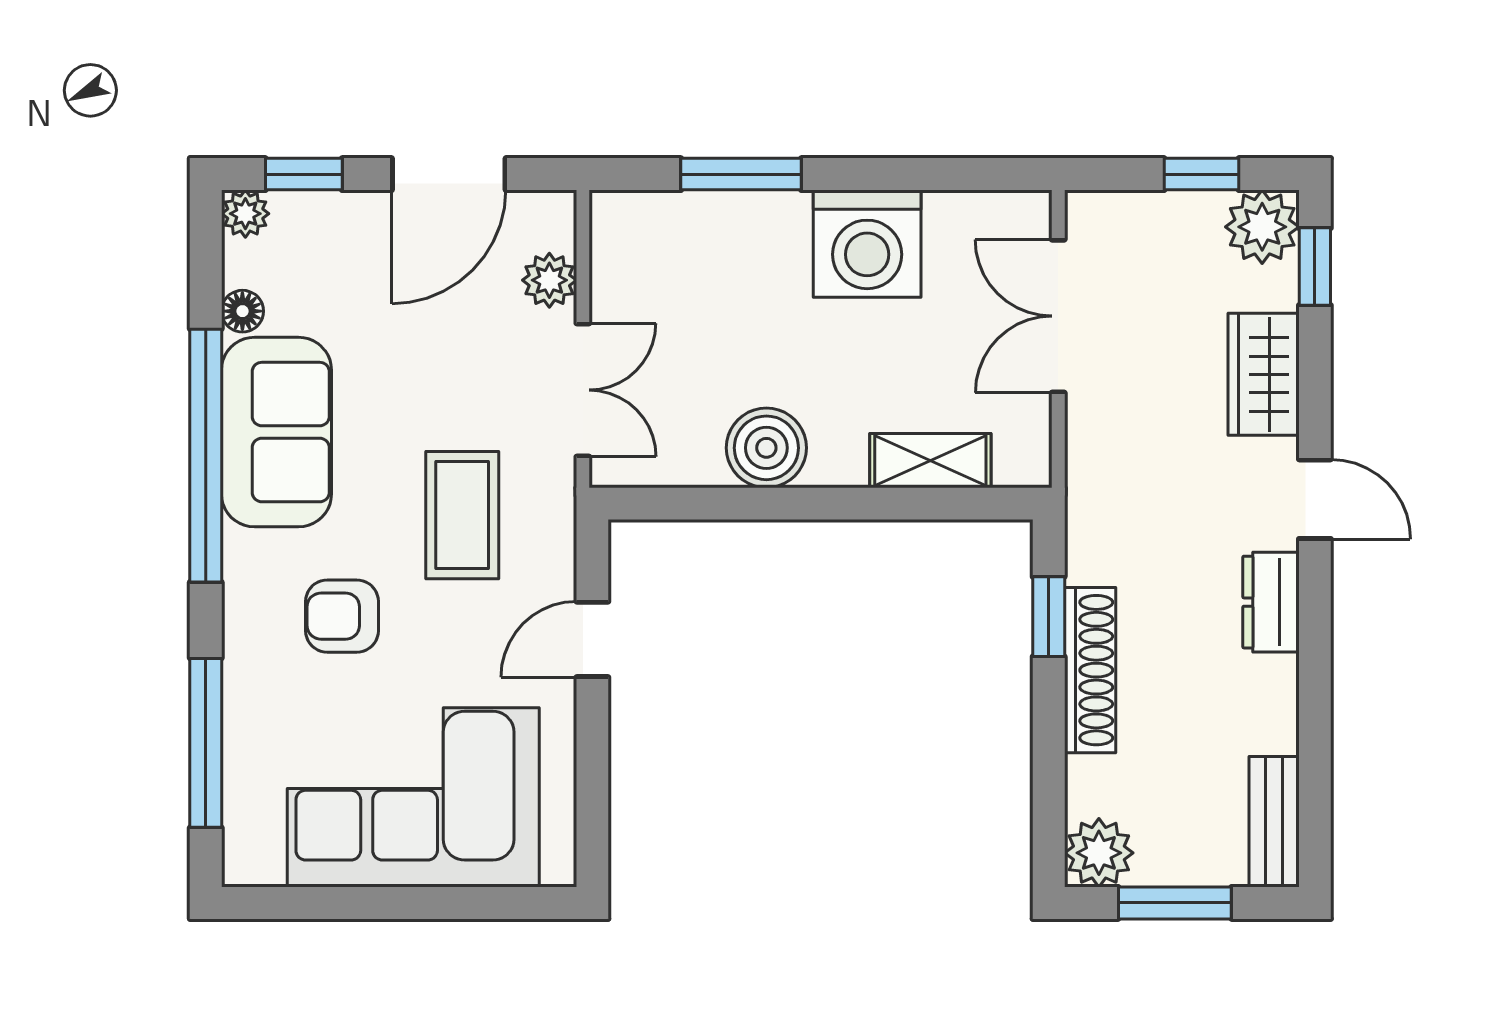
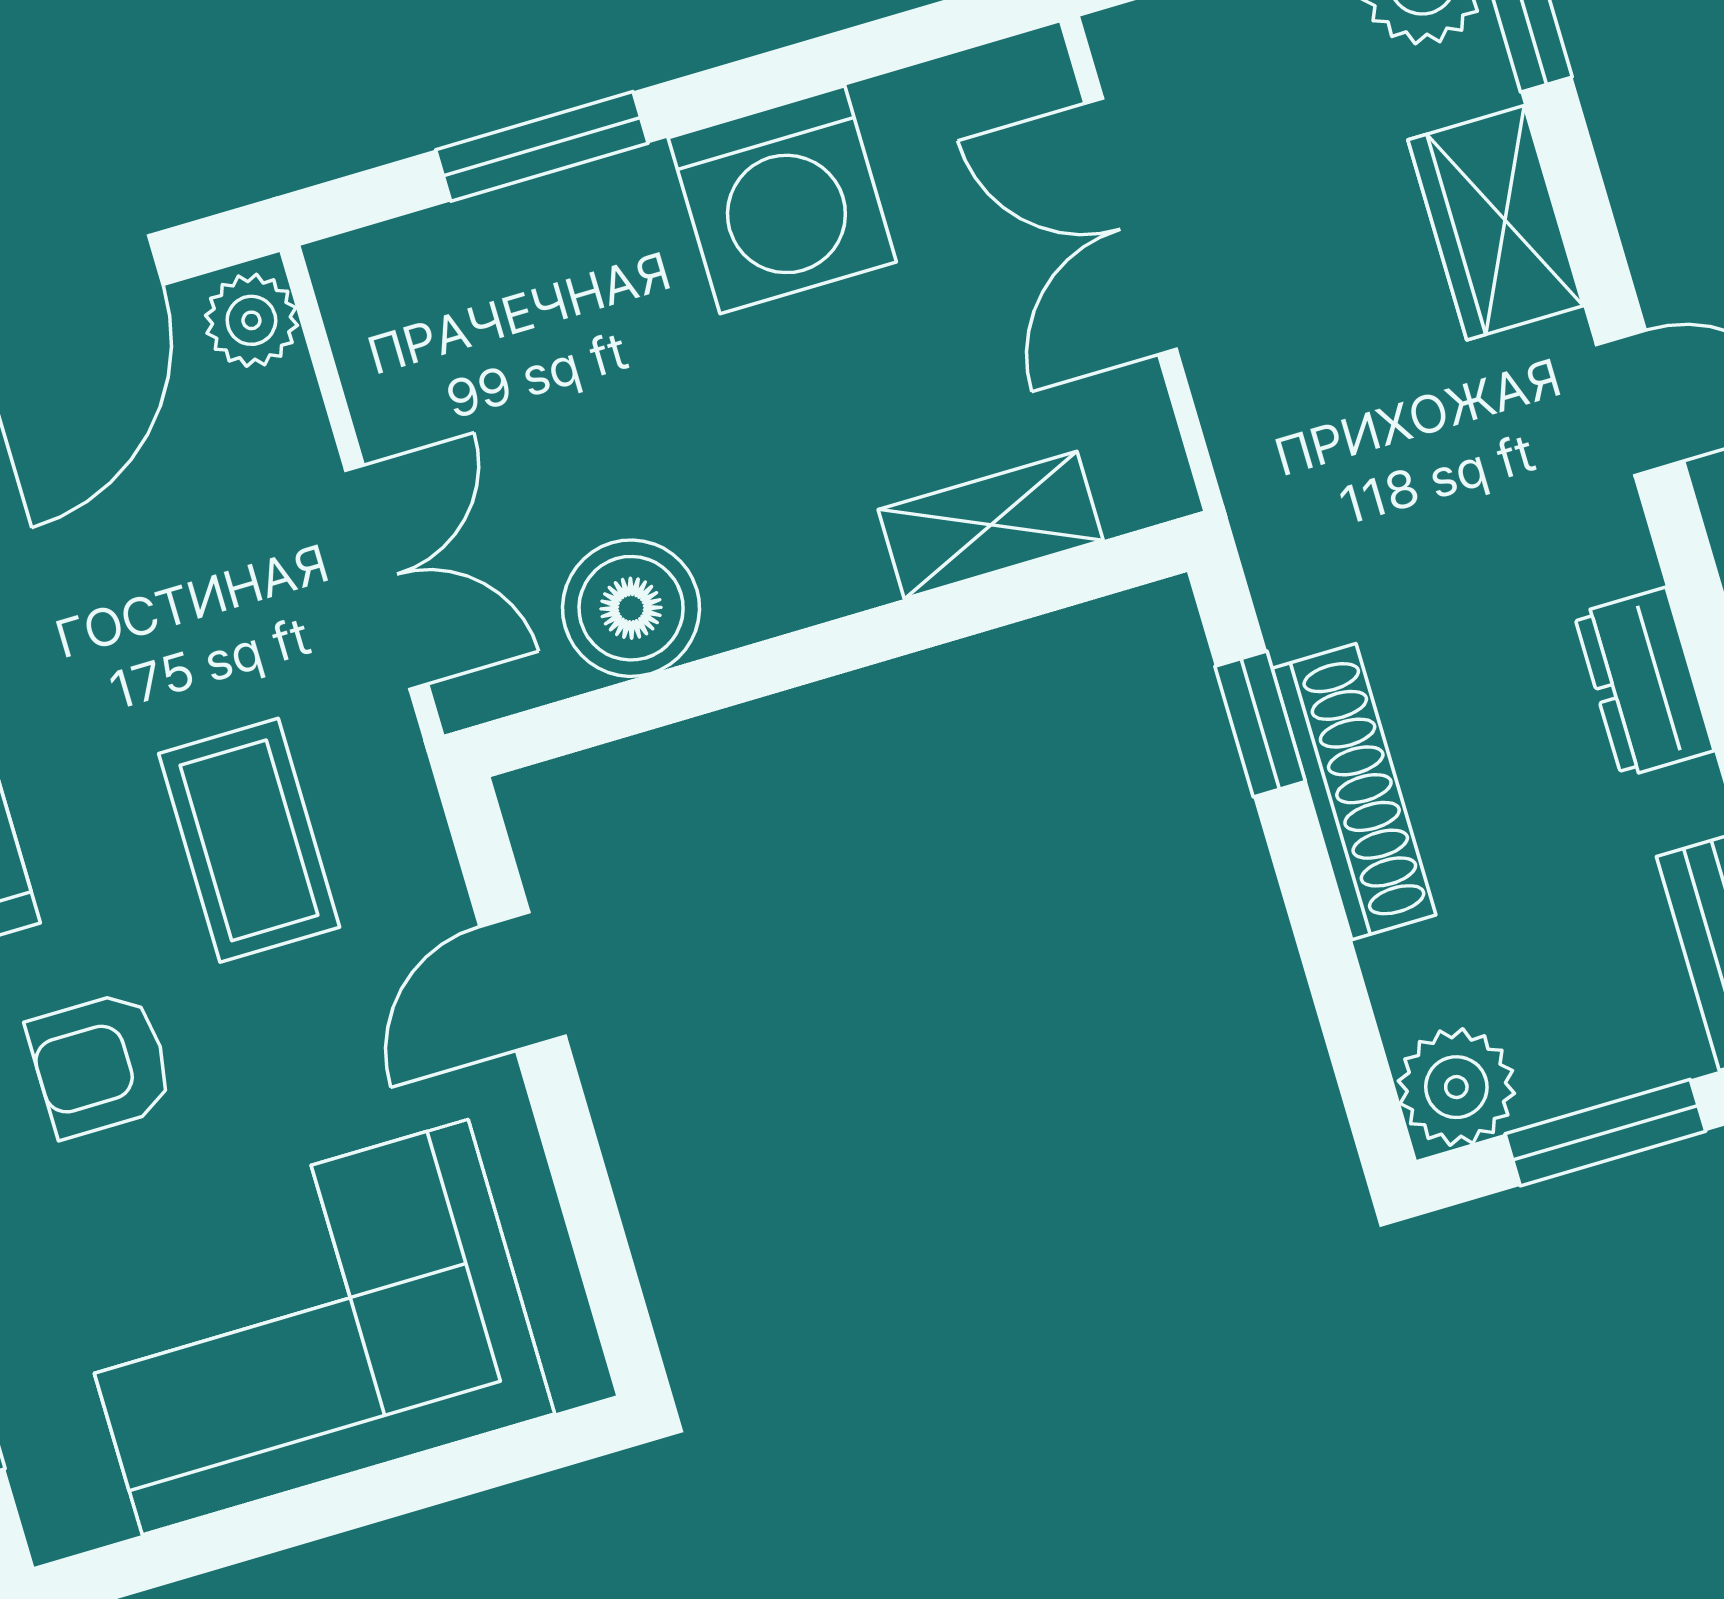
plant: (549, 280) -> (251, 320), moved
boiler: (766, 448) -> (631, 608), moved
dresser: (1271, 602) -> (1644, 682), moved

